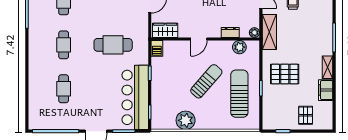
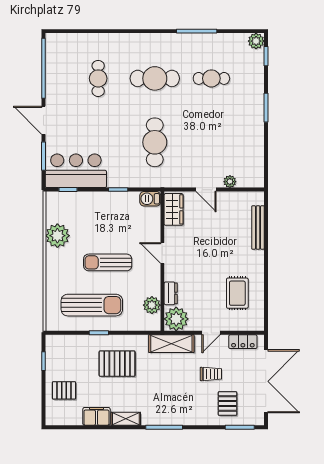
plant: (254, 33) -> (176, 319), width x1.87, depth x1.87
cafe table: (64, 45) -> (155, 78), width x1.37, depth x1.35
pallet: (285, 74) -> (117, 364), turned 90
sun lounger: (206, 81) -> (108, 262), turned 139
cafe table: (64, 89) -> (98, 78), turned 90
bar counter: (135, 97) -> (76, 171), width x0.73

